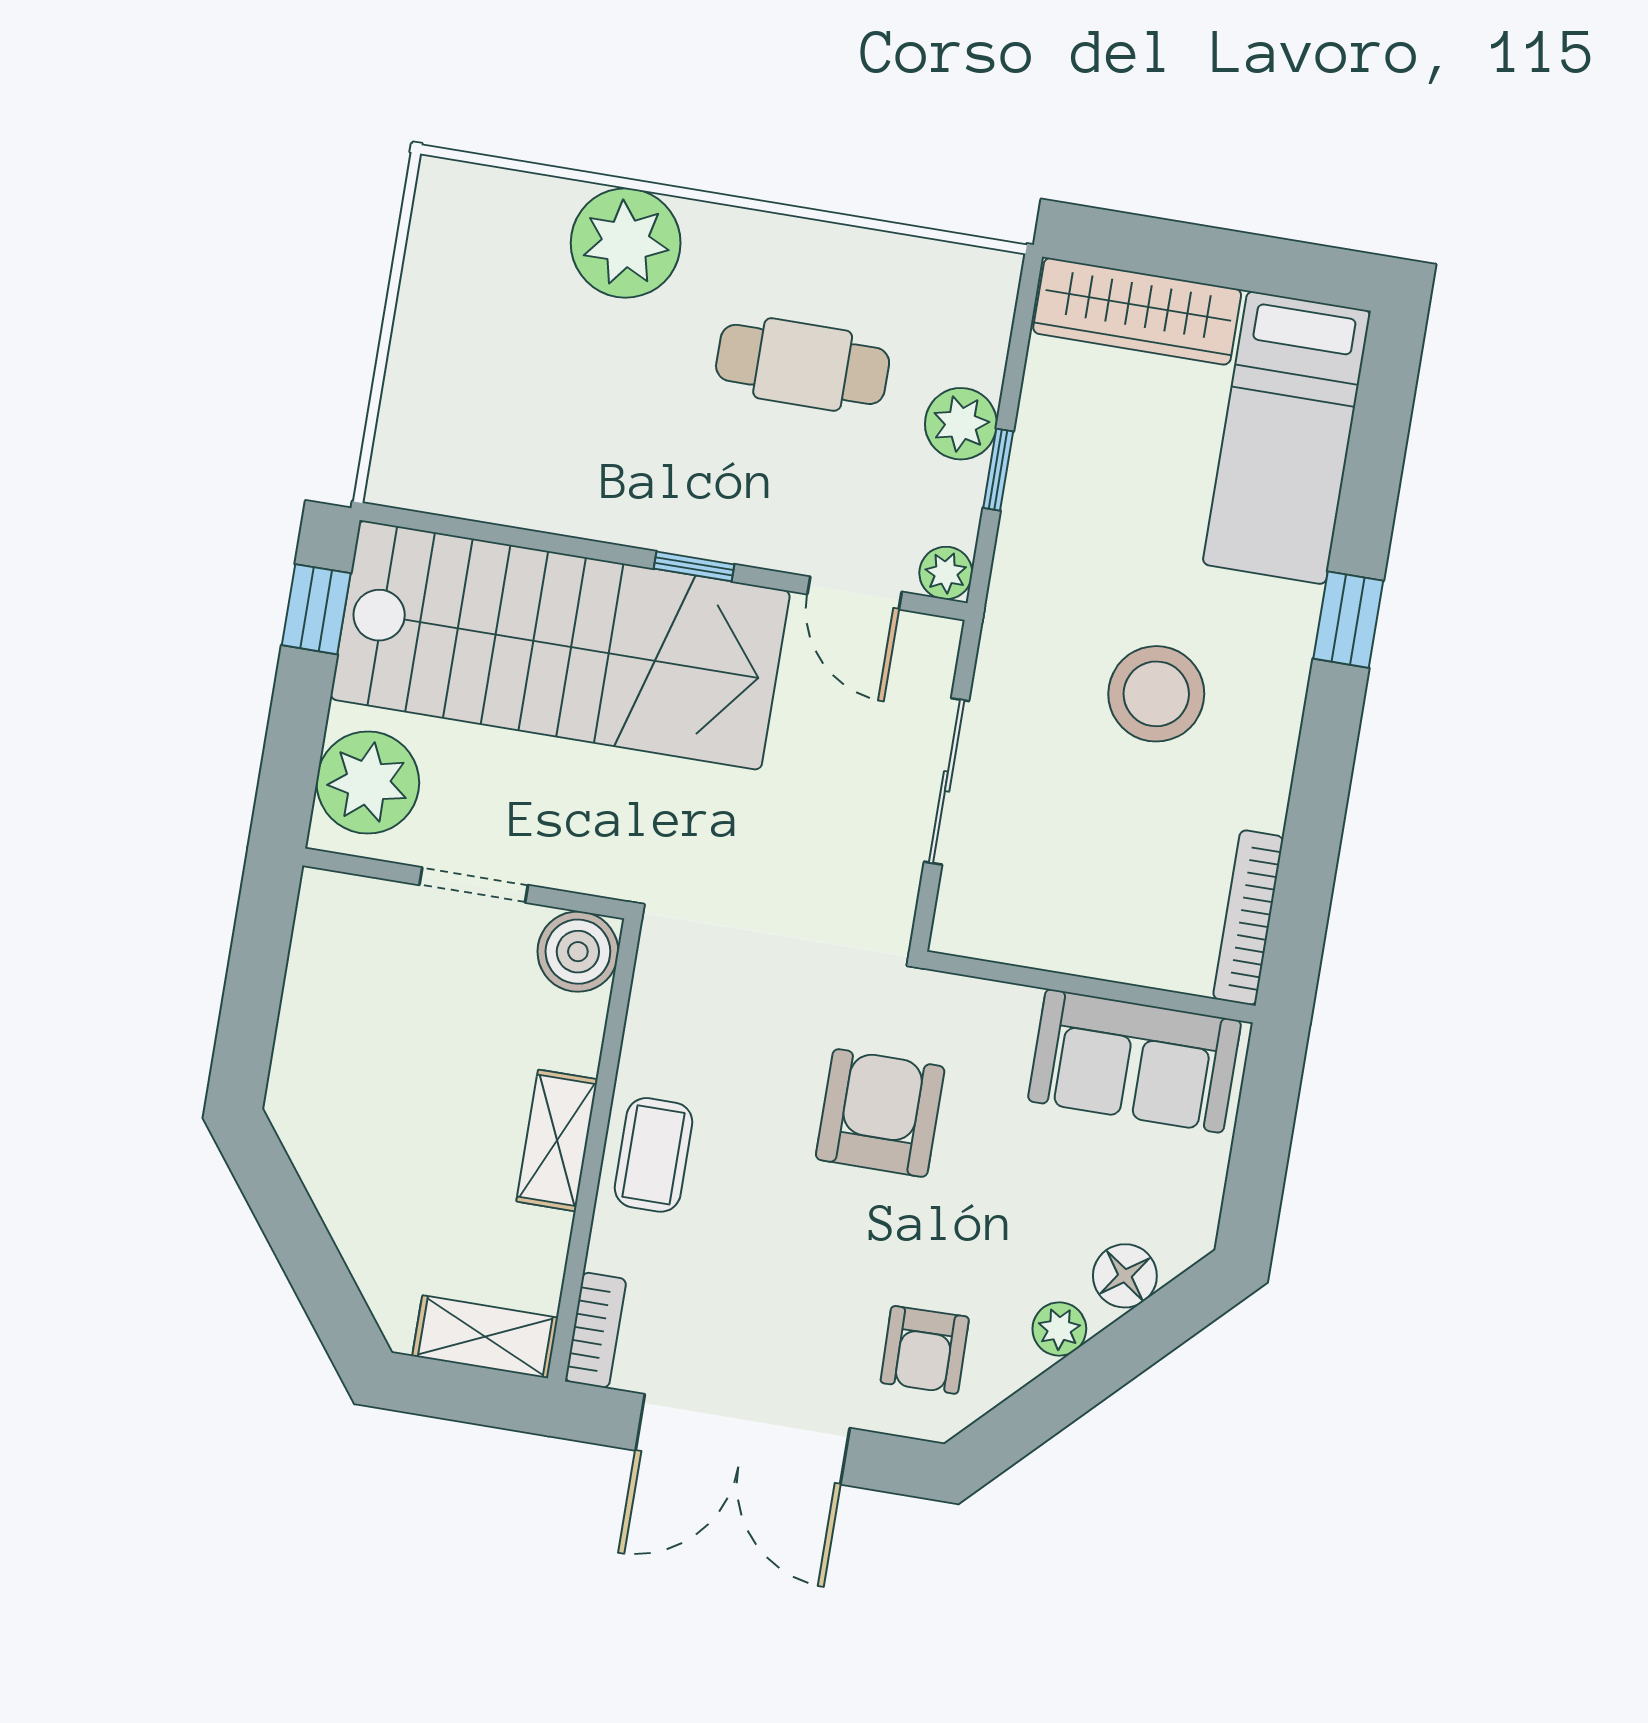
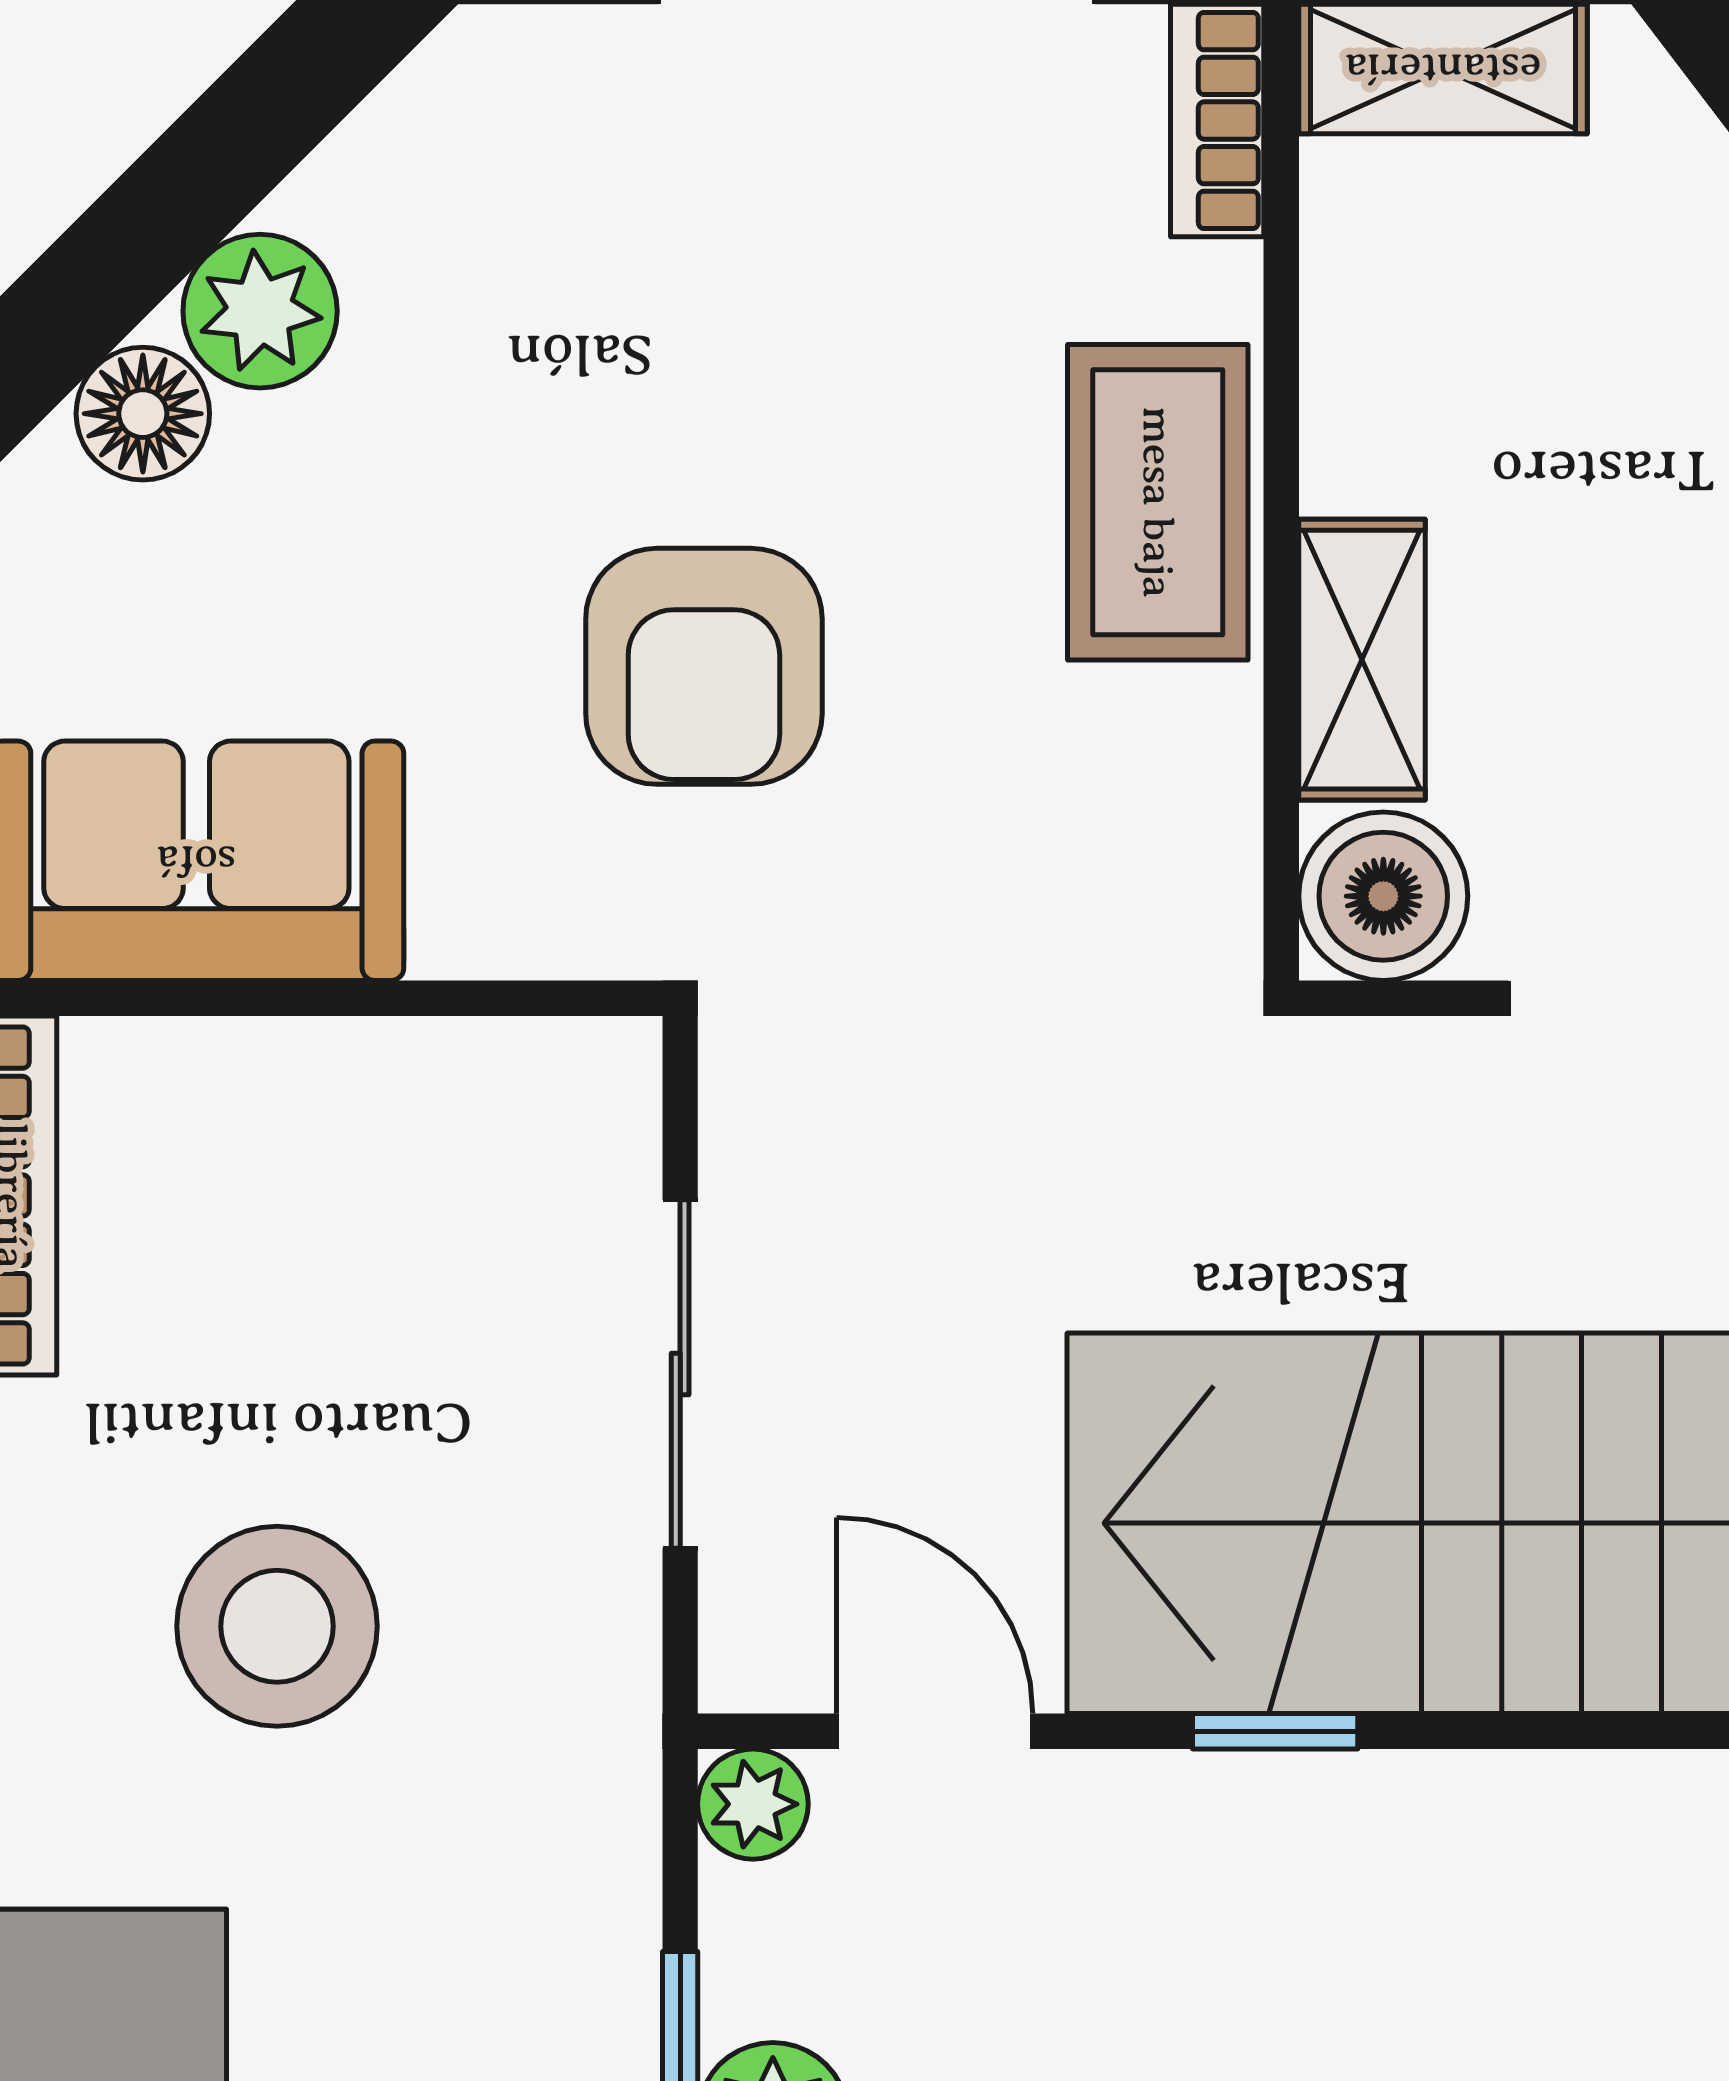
shelving: (557, 1140) -> (1362, 660), moved
coffee table: (653, 1155) -> (1158, 502), width x1.36, depth x1.30
plant: (1059, 1329) -> (260, 311), width x1.38, depth x1.38
armchair: (925, 1350) -> (531, 192), removed

